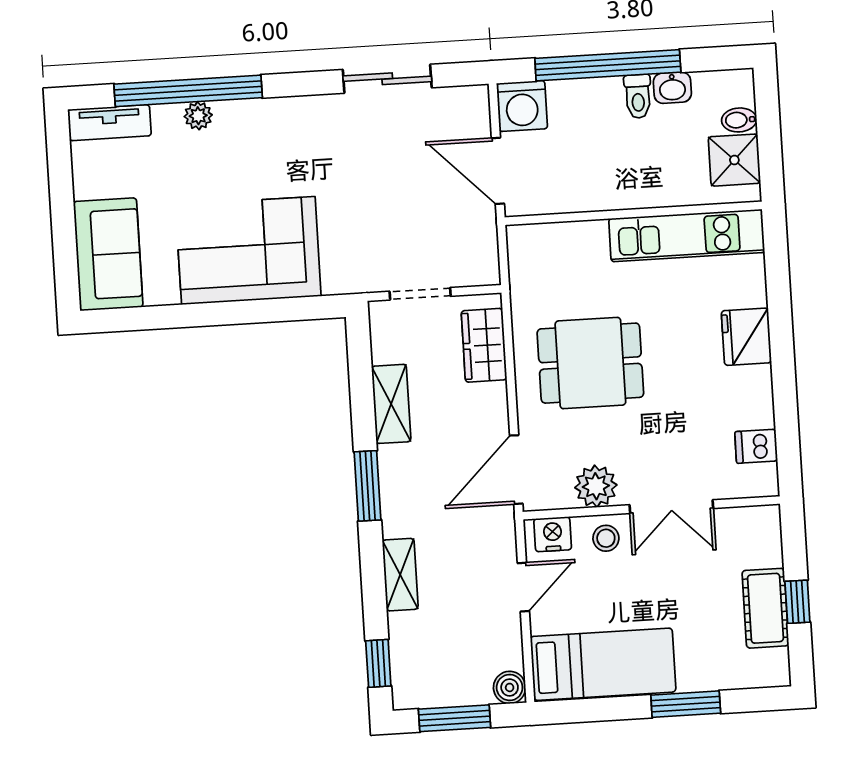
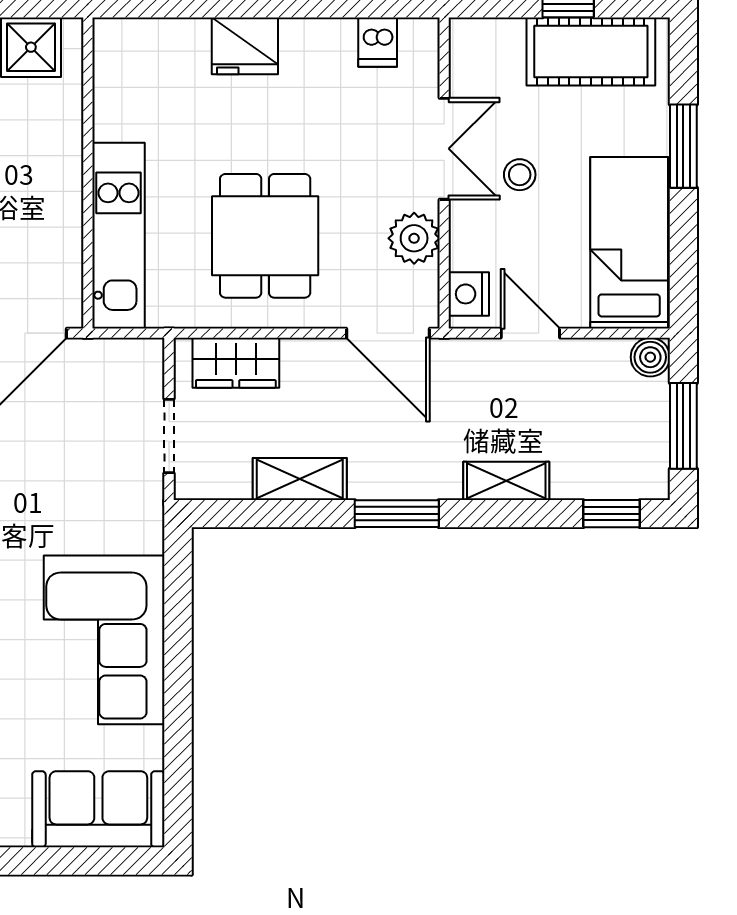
kitchen unit: (687, 236) -> (119, 236), moved
stool: (606, 538) -> (520, 175), moved
cot: (765, 608) -> (591, 52), width x1.37, depth x1.34

